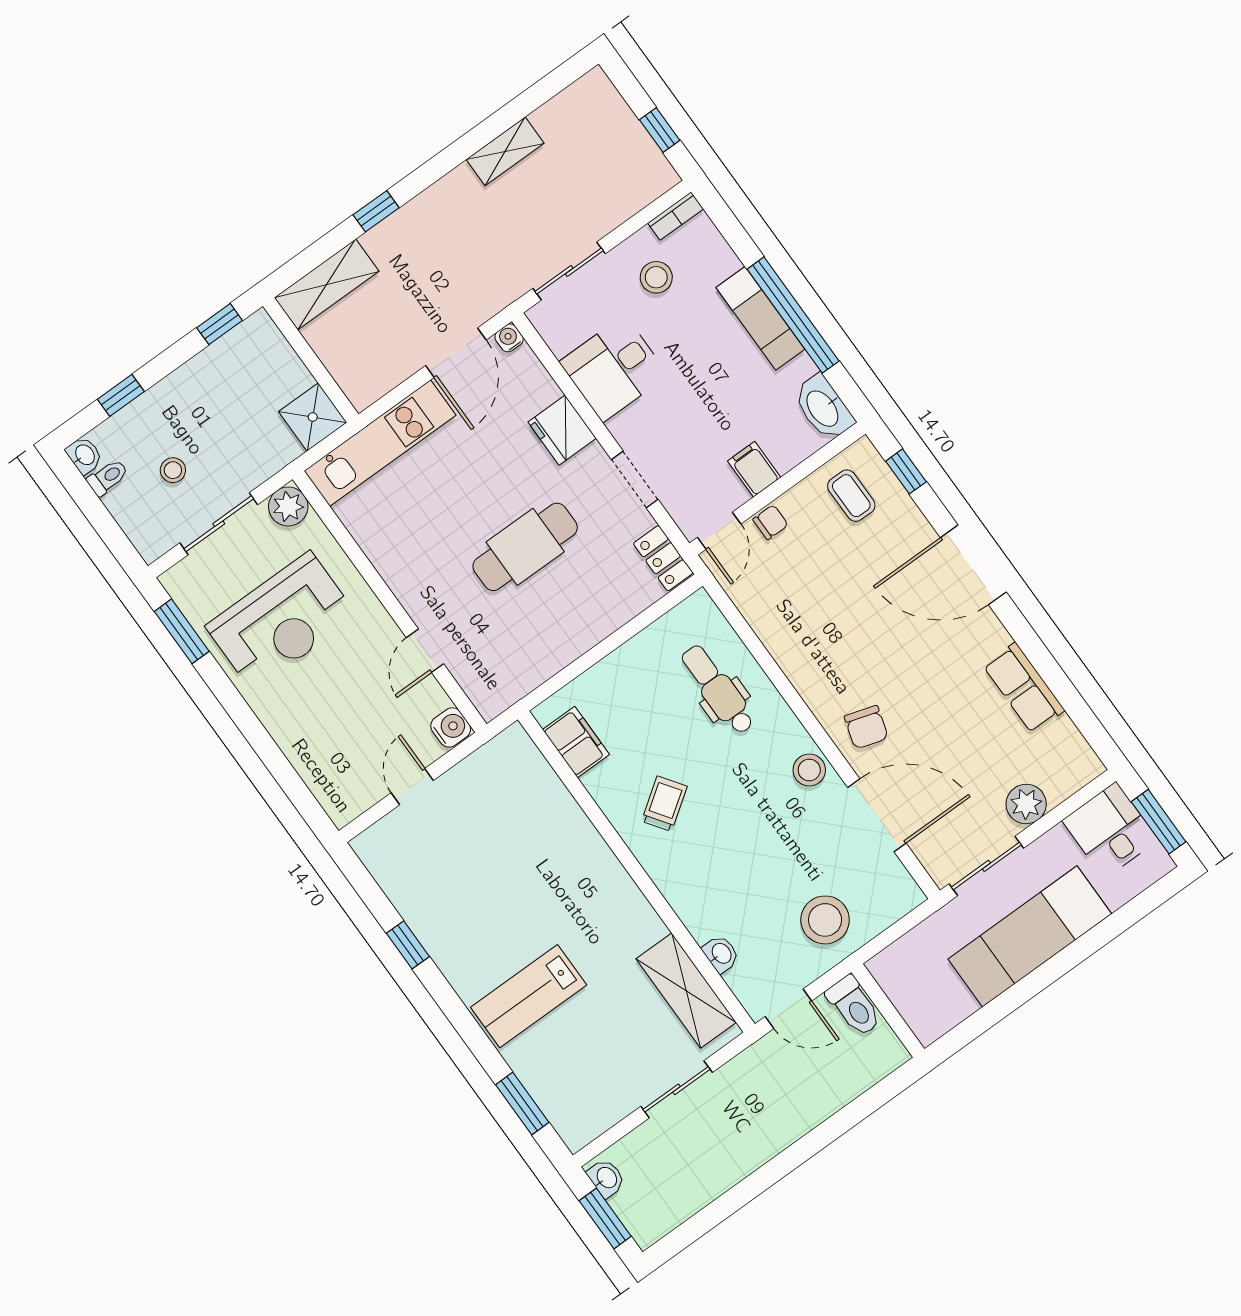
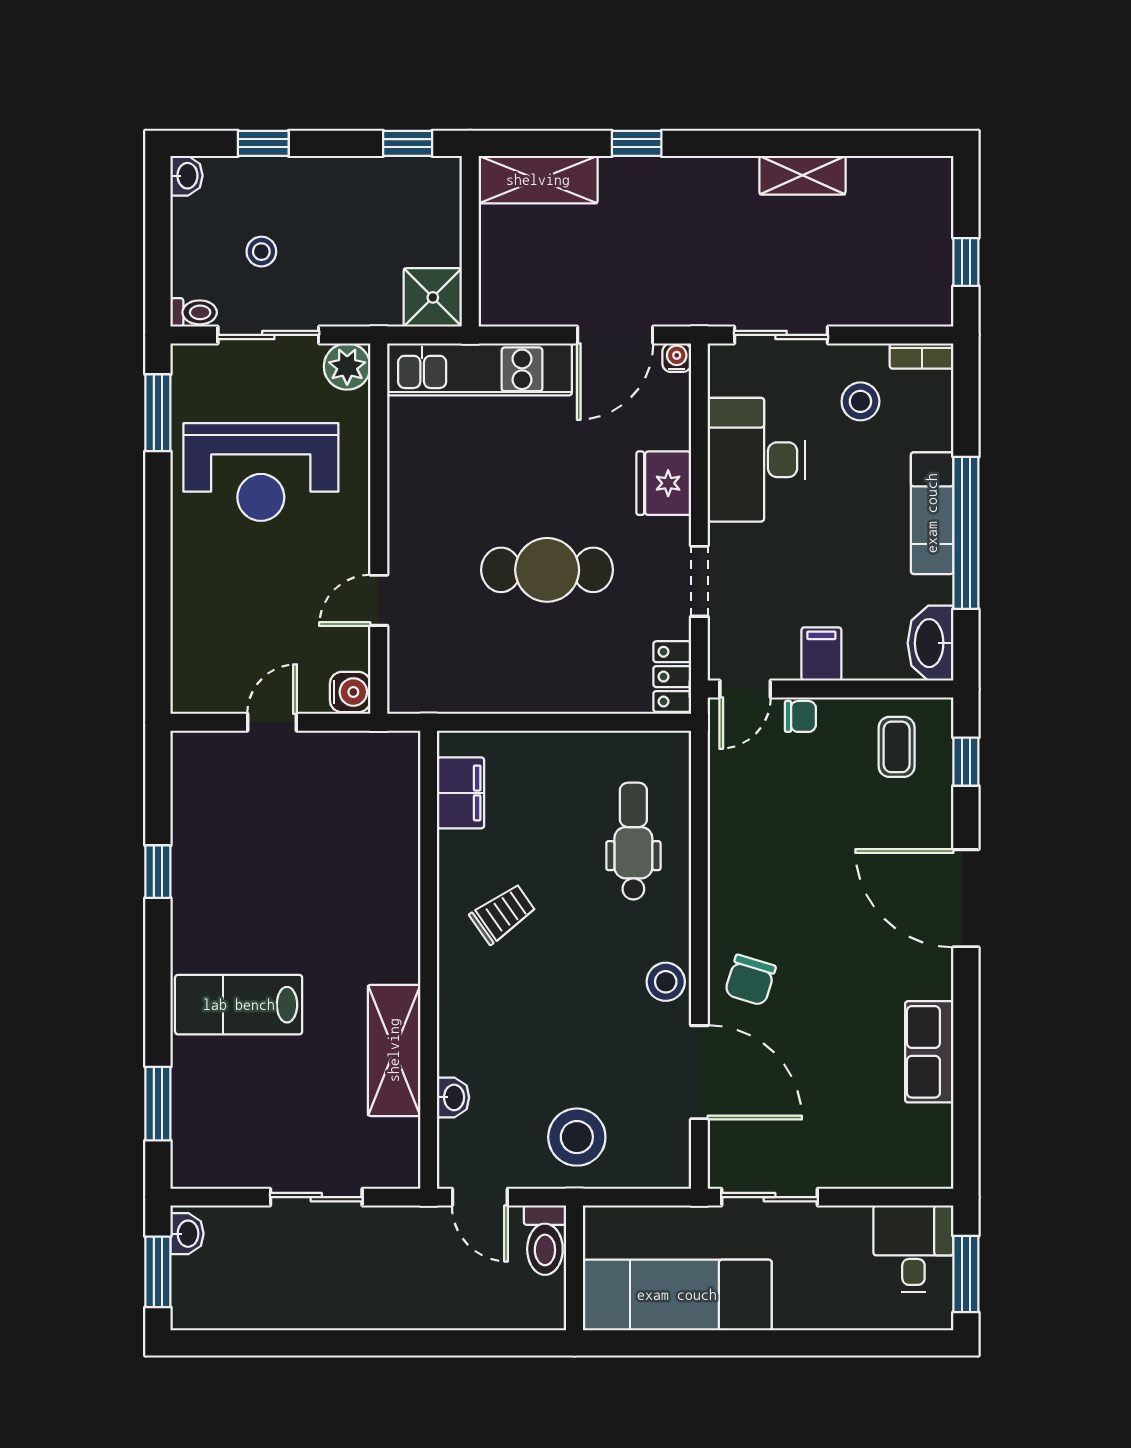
desk: (614, 368) -> (756, 460), width x1.37
toilet: (108, 477) -> (194, 312), moved
plant: (1026, 804) -> (851, 1165), removed
exam couch: (1030, 936) -> (677, 1295), moved
shelving: (686, 991) -> (394, 1050), moved

